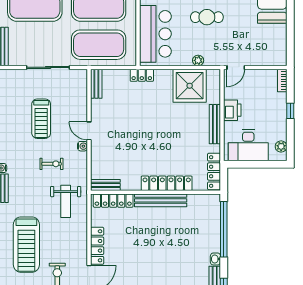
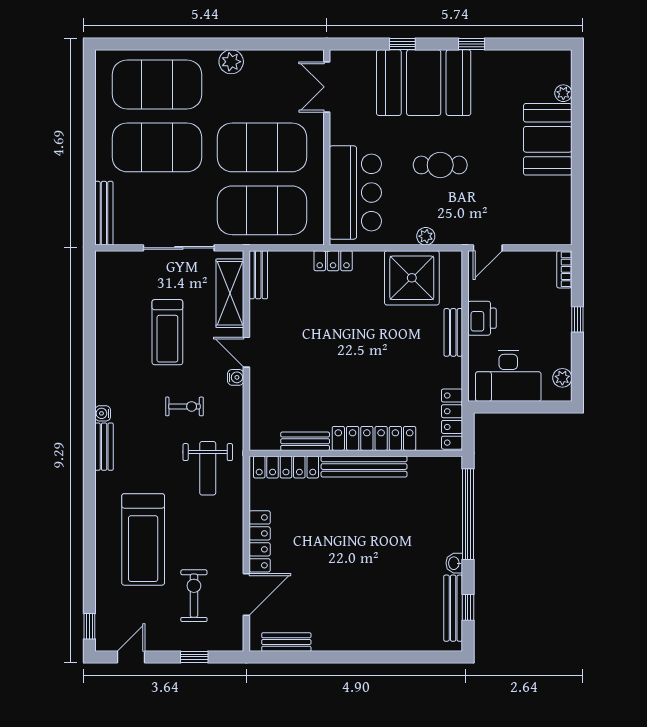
shelving: (79, 95) -> (230, 293), added
bench: (215, 124) -> (453, 332), width x0.73
bench: (105, 185) -> (305, 441), moved

